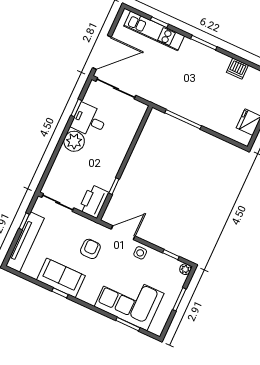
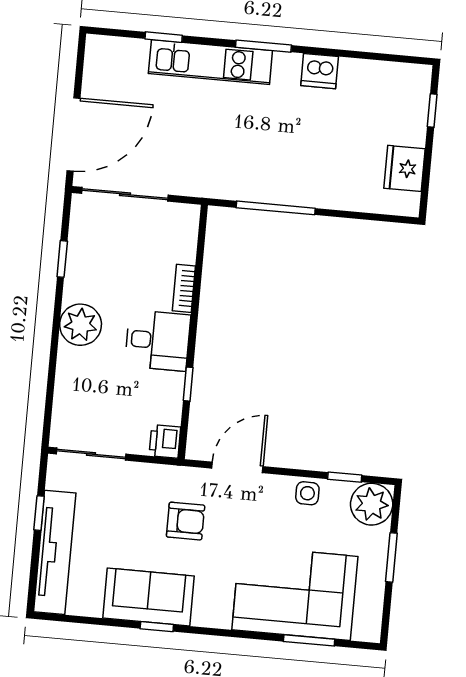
kitchen unit: (154, 31) -> (210, 62), moved
dishwasher: (237, 69) -> (320, 71), moved
desk: (89, 120) -> (158, 340), moved, turned 180
bookcase: (128, 141) -> (184, 288), added
printer: (94, 201) -> (165, 441), width x0.53, depth x0.68
armchair: (90, 249) -> (186, 521), turned 90
side table: (140, 253) -> (307, 493), moved
plant: (185, 269) -> (372, 504), width x1.87, depth x1.87

